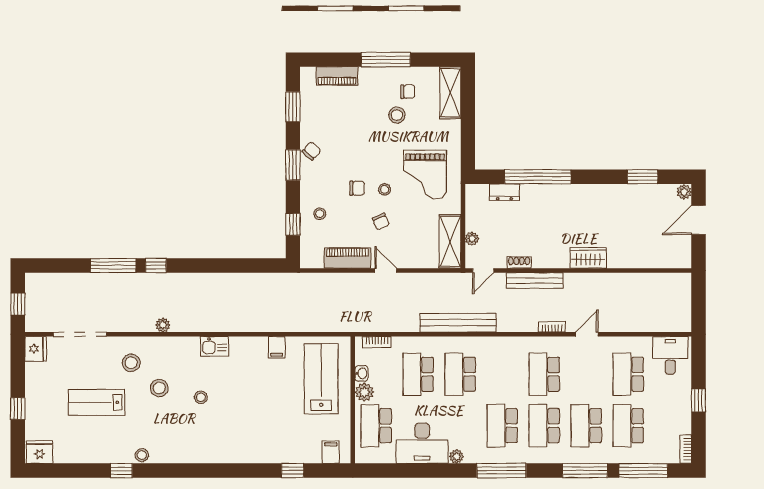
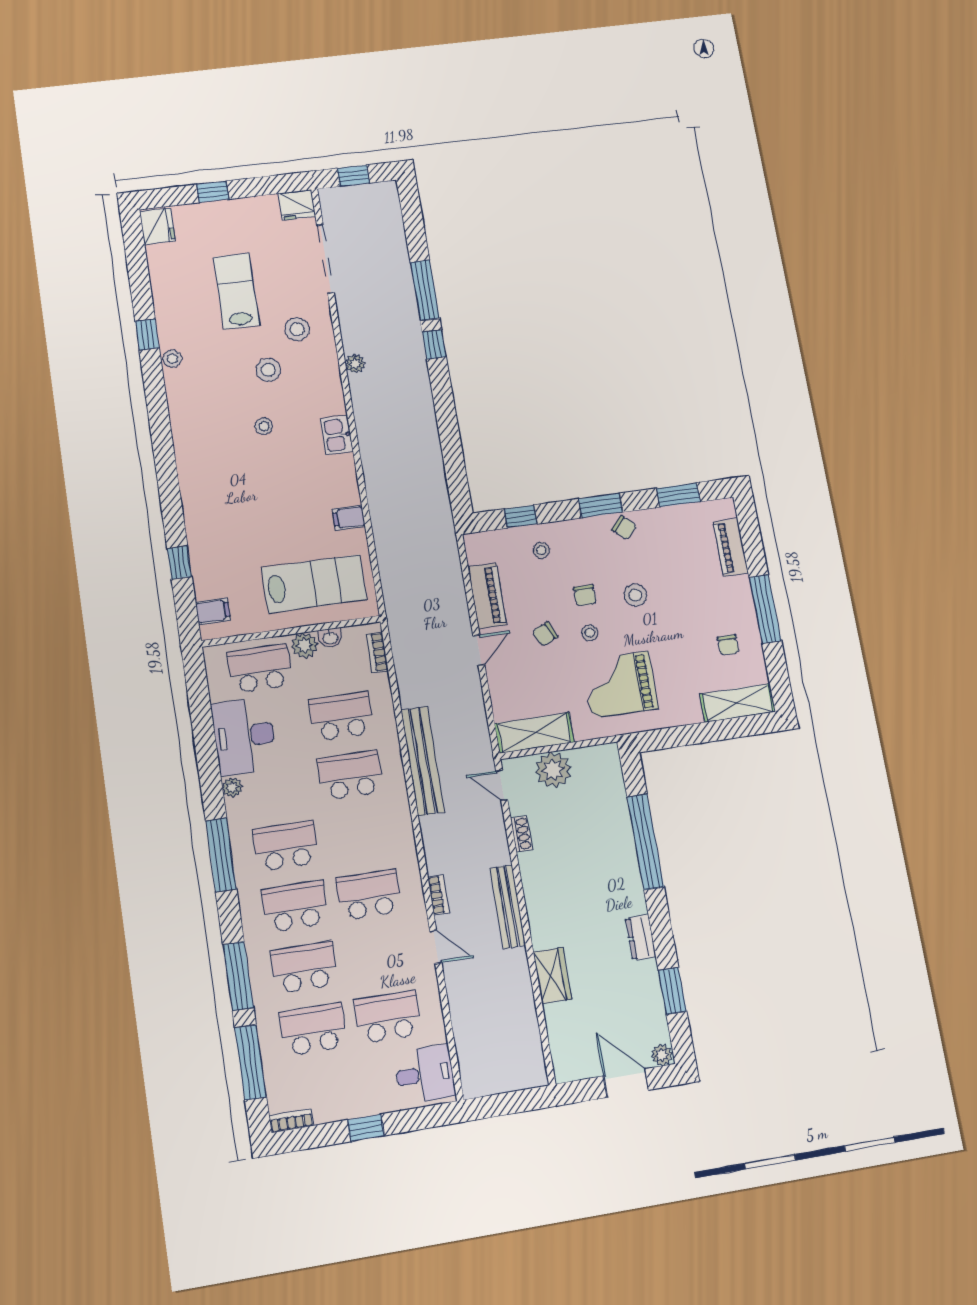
stool: (397, 115) -> (635, 595), moved
dresser: (504, 192) -> (641, 937), moved
plant: (472, 239) -> (553, 770), width x1.87, depth x1.87
wardrobe: (588, 258) -> (552, 976), moved
bench: (535, 280) -> (508, 907), moved

